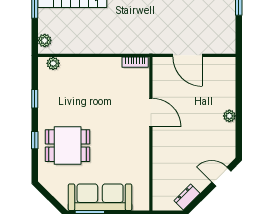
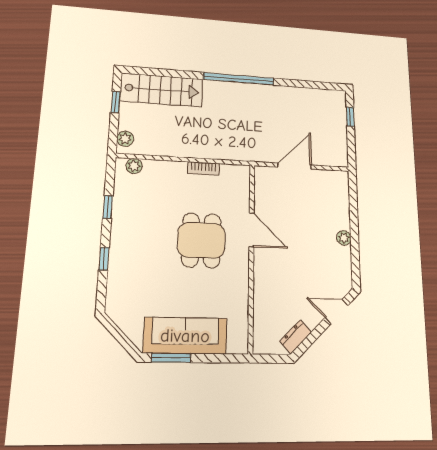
door: (188, 55) -> (295, 166), swing flipped
bookcase: (135, 62) -> (204, 168), moved
dining table: (68, 146) -> (201, 240), moved, turned 90

